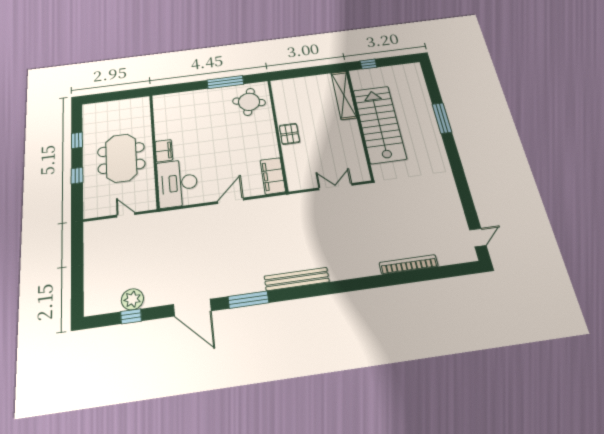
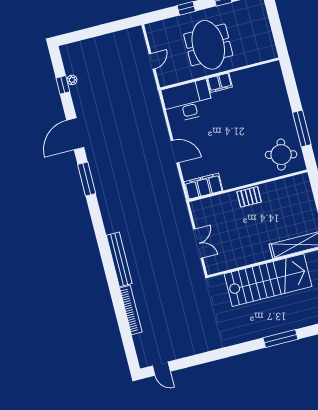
meeting table: (121, 158) -> (208, 45), turned 90
bench: (297, 279) -> (119, 259), moved
plant: (132, 299) -> (72, 80), width x0.53, depth x0.53

